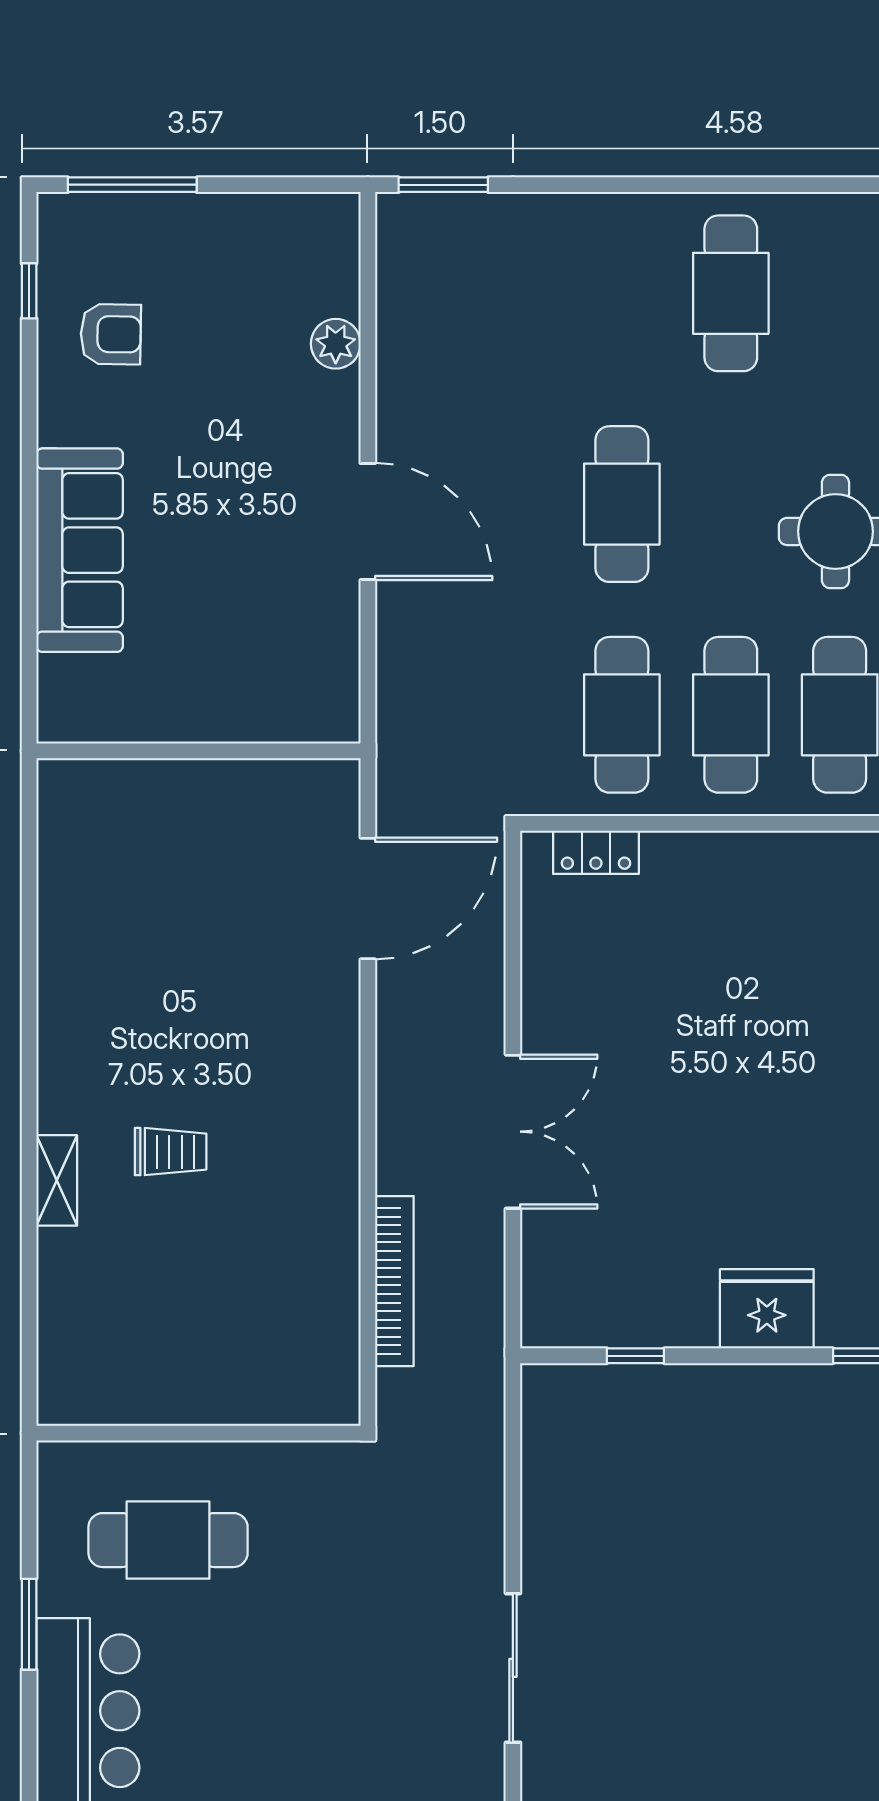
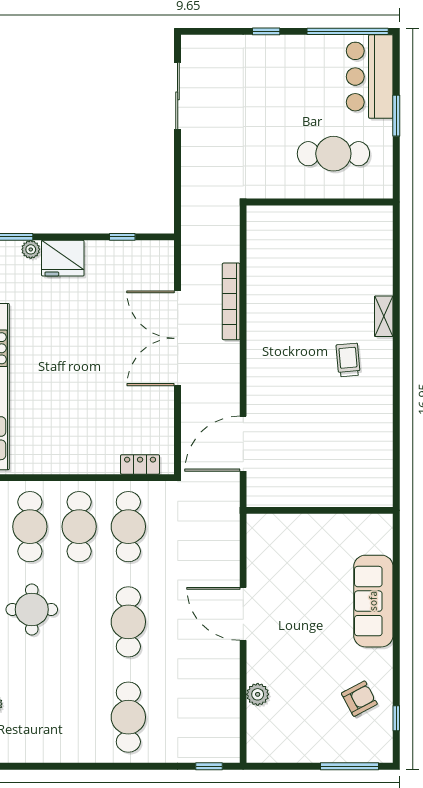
window: (443, 185) -> (209, 766), width x0.67
cafe table: (731, 293) -> (128, 717), moved
armchair: (111, 334) -> (359, 699), turned 151
double door: (513, 1132) -> (178, 338), width x1.36
trolley: (171, 1152) -> (348, 360), moved, turned 85
bookcase: (394, 1281) -> (231, 301), moved
plant: (838, 1328) -> (31, 249), added

